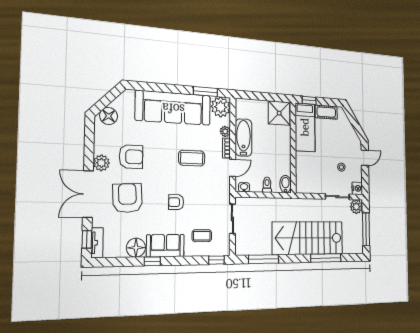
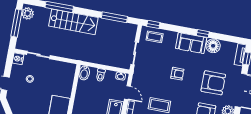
door: (233, 168) -> (127, 93), swing flipped
armchair: (127, 198) -> (213, 83), turned -87
plant: (356, 207) -> (28, 13), moved
coffee table: (202, 236) -> (155, 37), moved
stairs: (308, 238) -> (73, 22), width x0.73, depth x0.66

